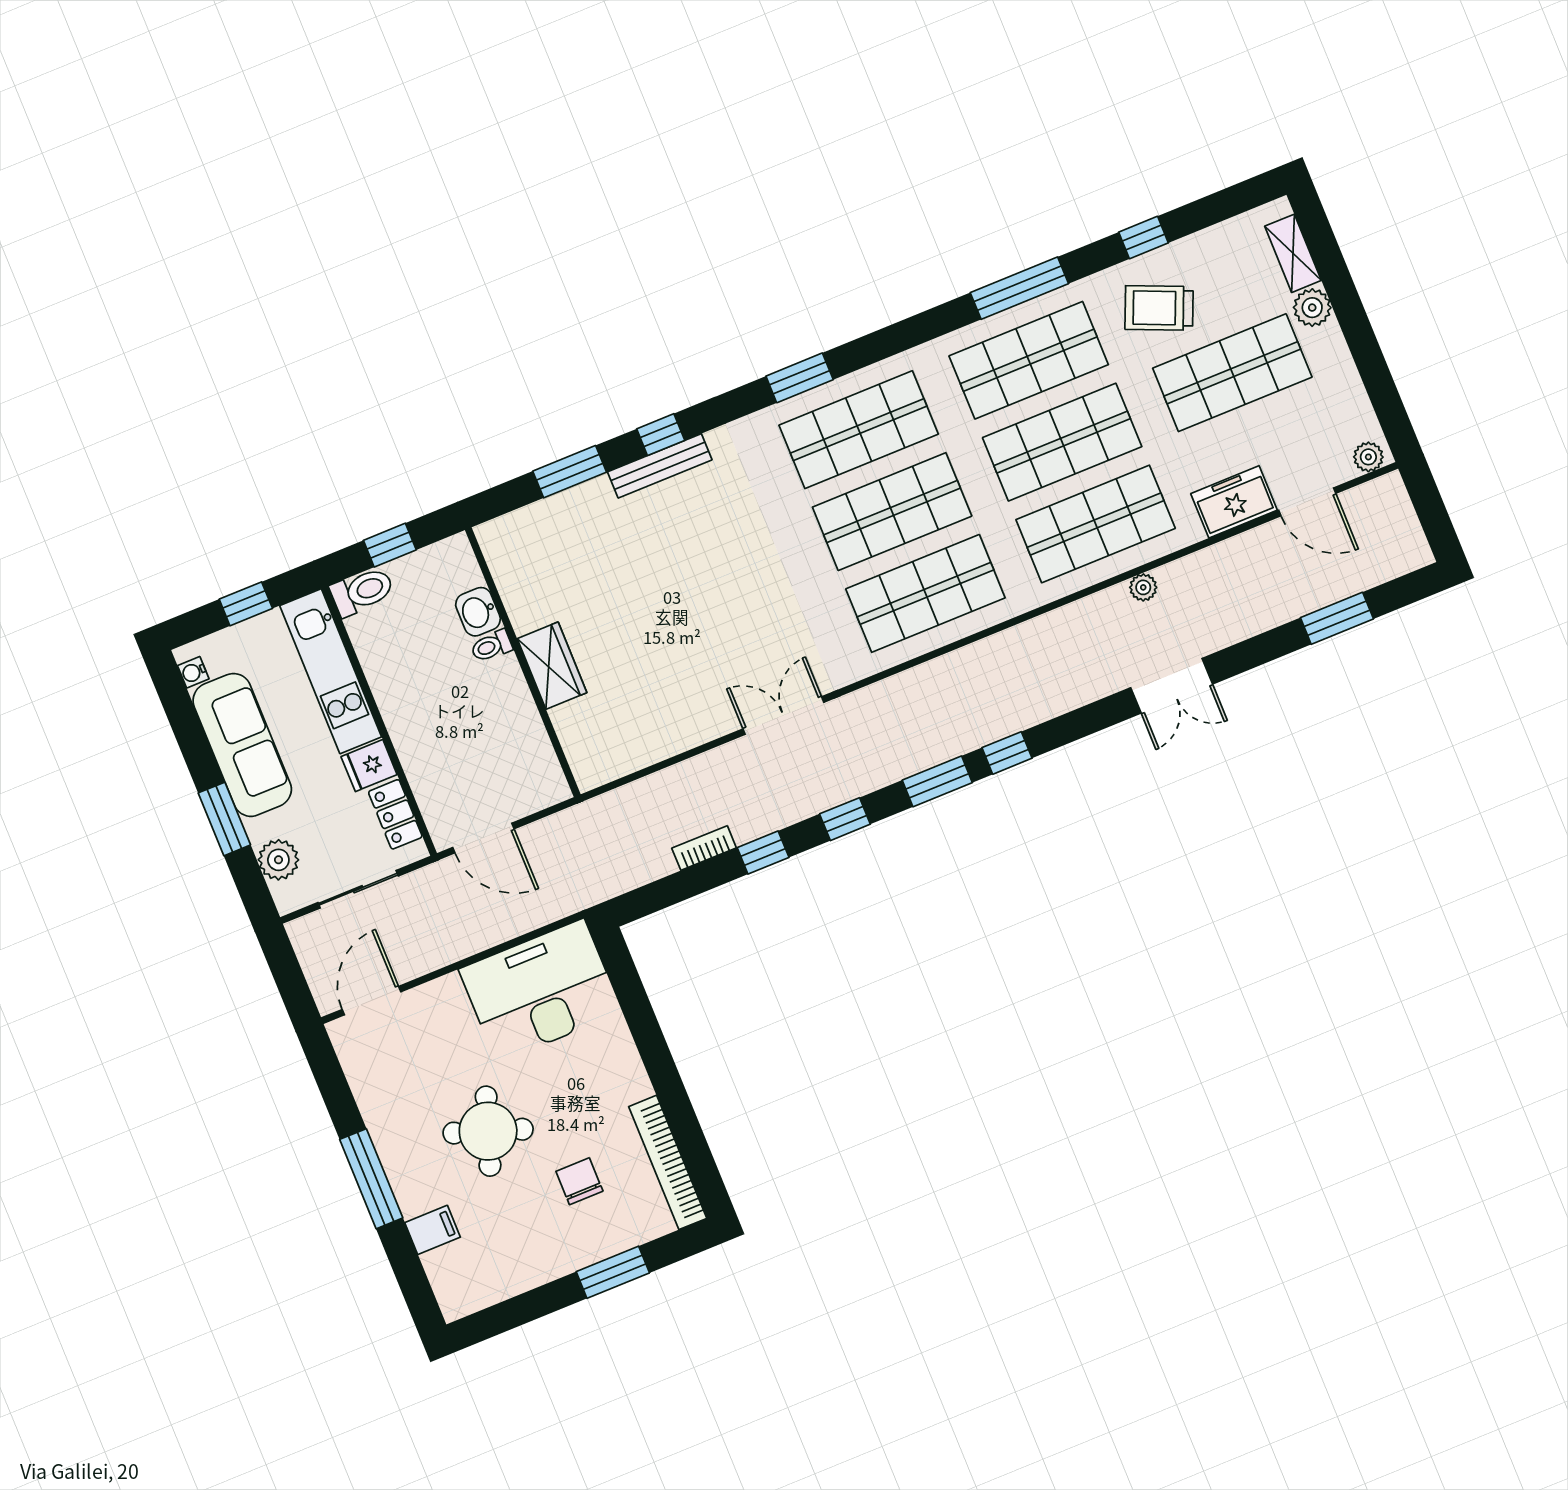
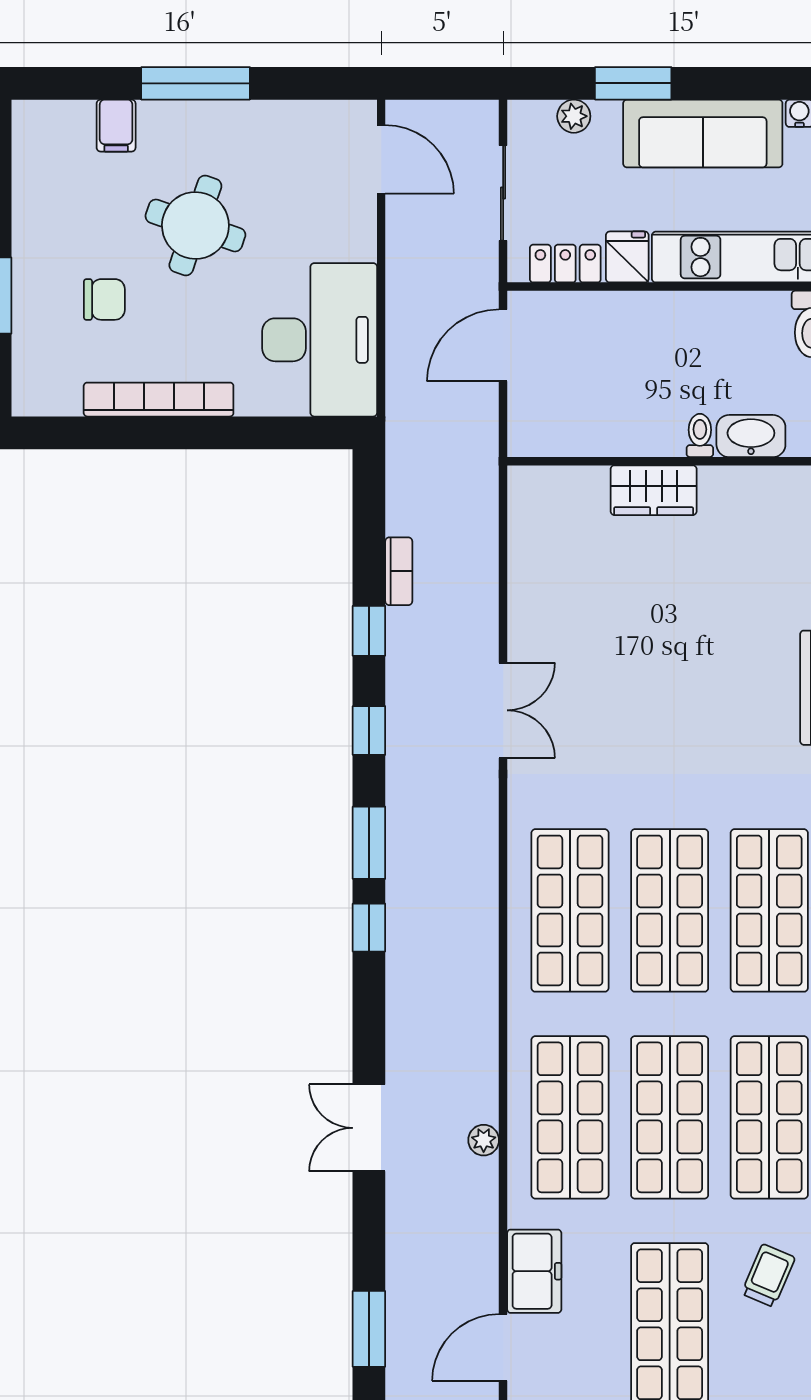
trolley: (1159, 308) -> (768, 1276), width x0.73, depth x0.72
washbasin: (478, 612) -> (751, 436), width x1.38
plant: (278, 860) -> (574, 116), width x0.73, depth x0.73
bookcase: (668, 1162) -> (159, 400), moved

